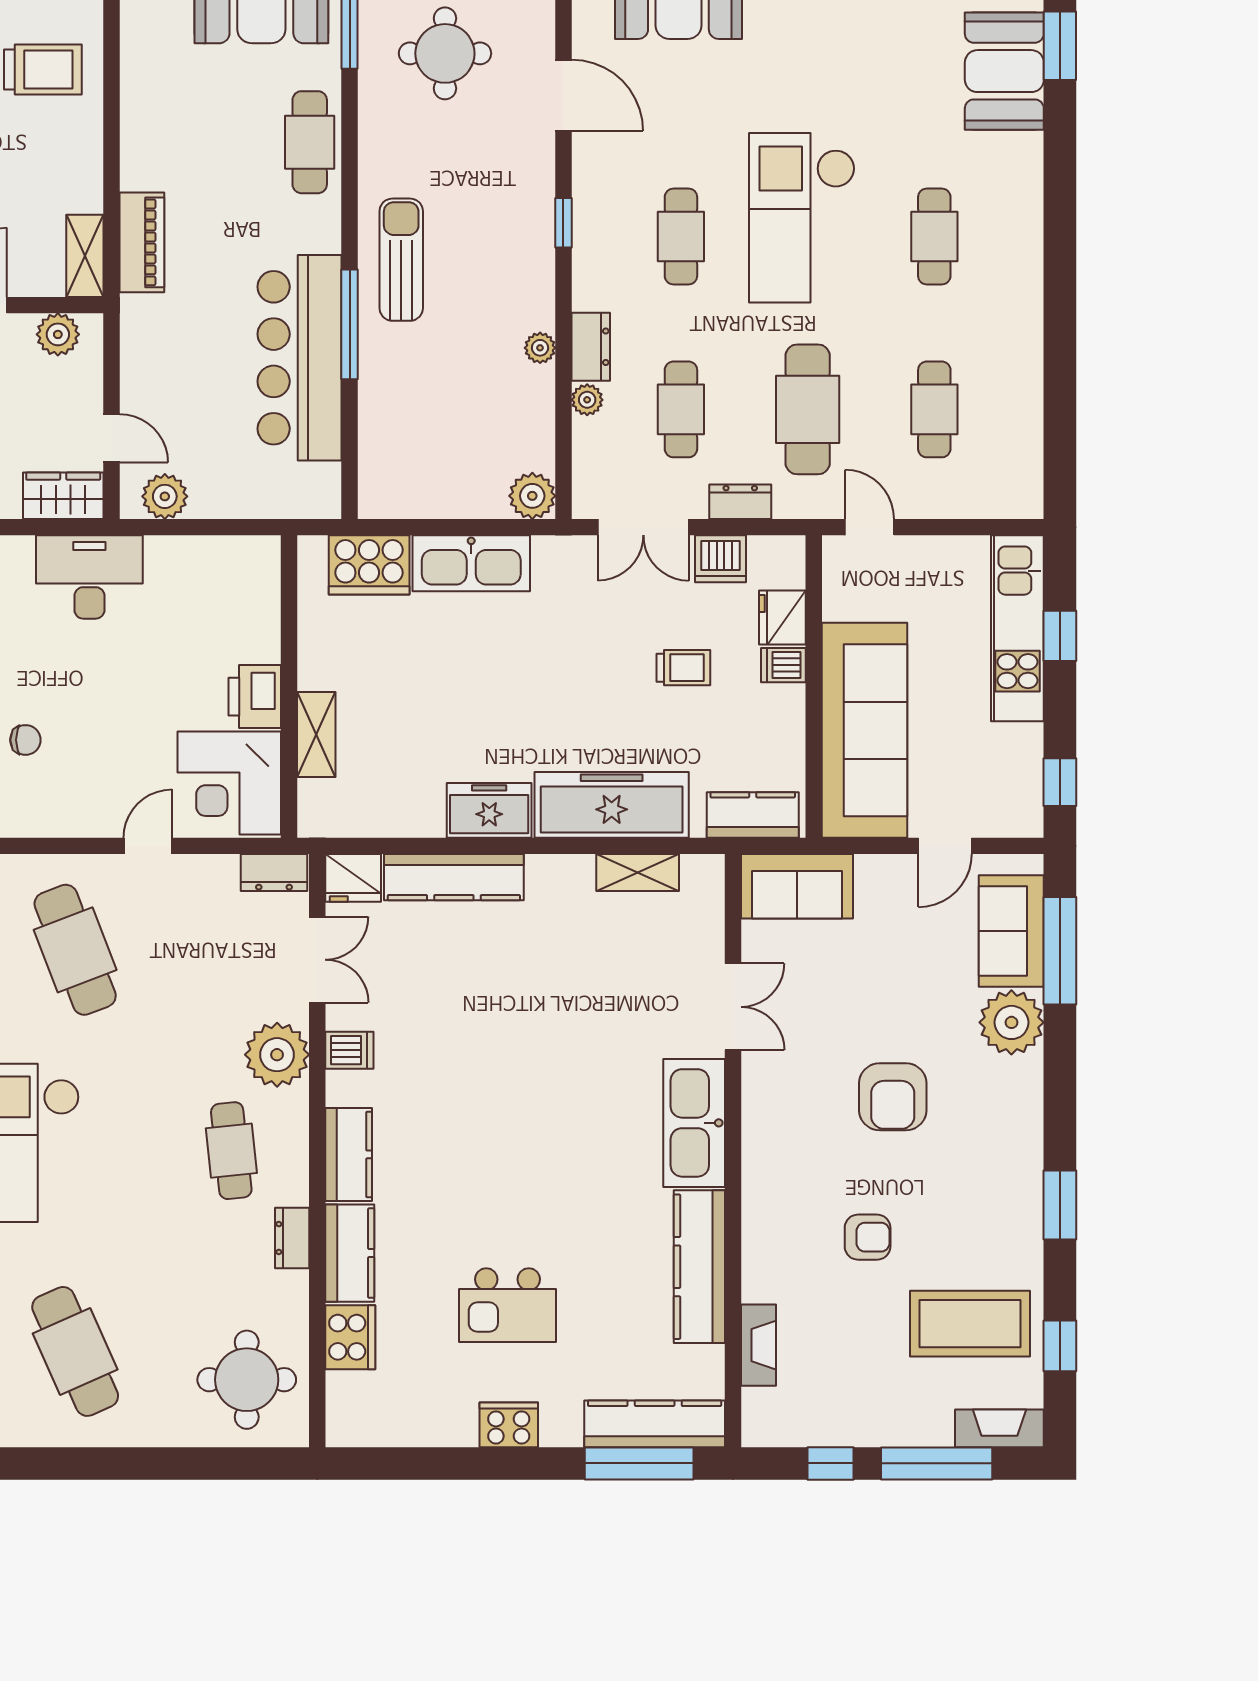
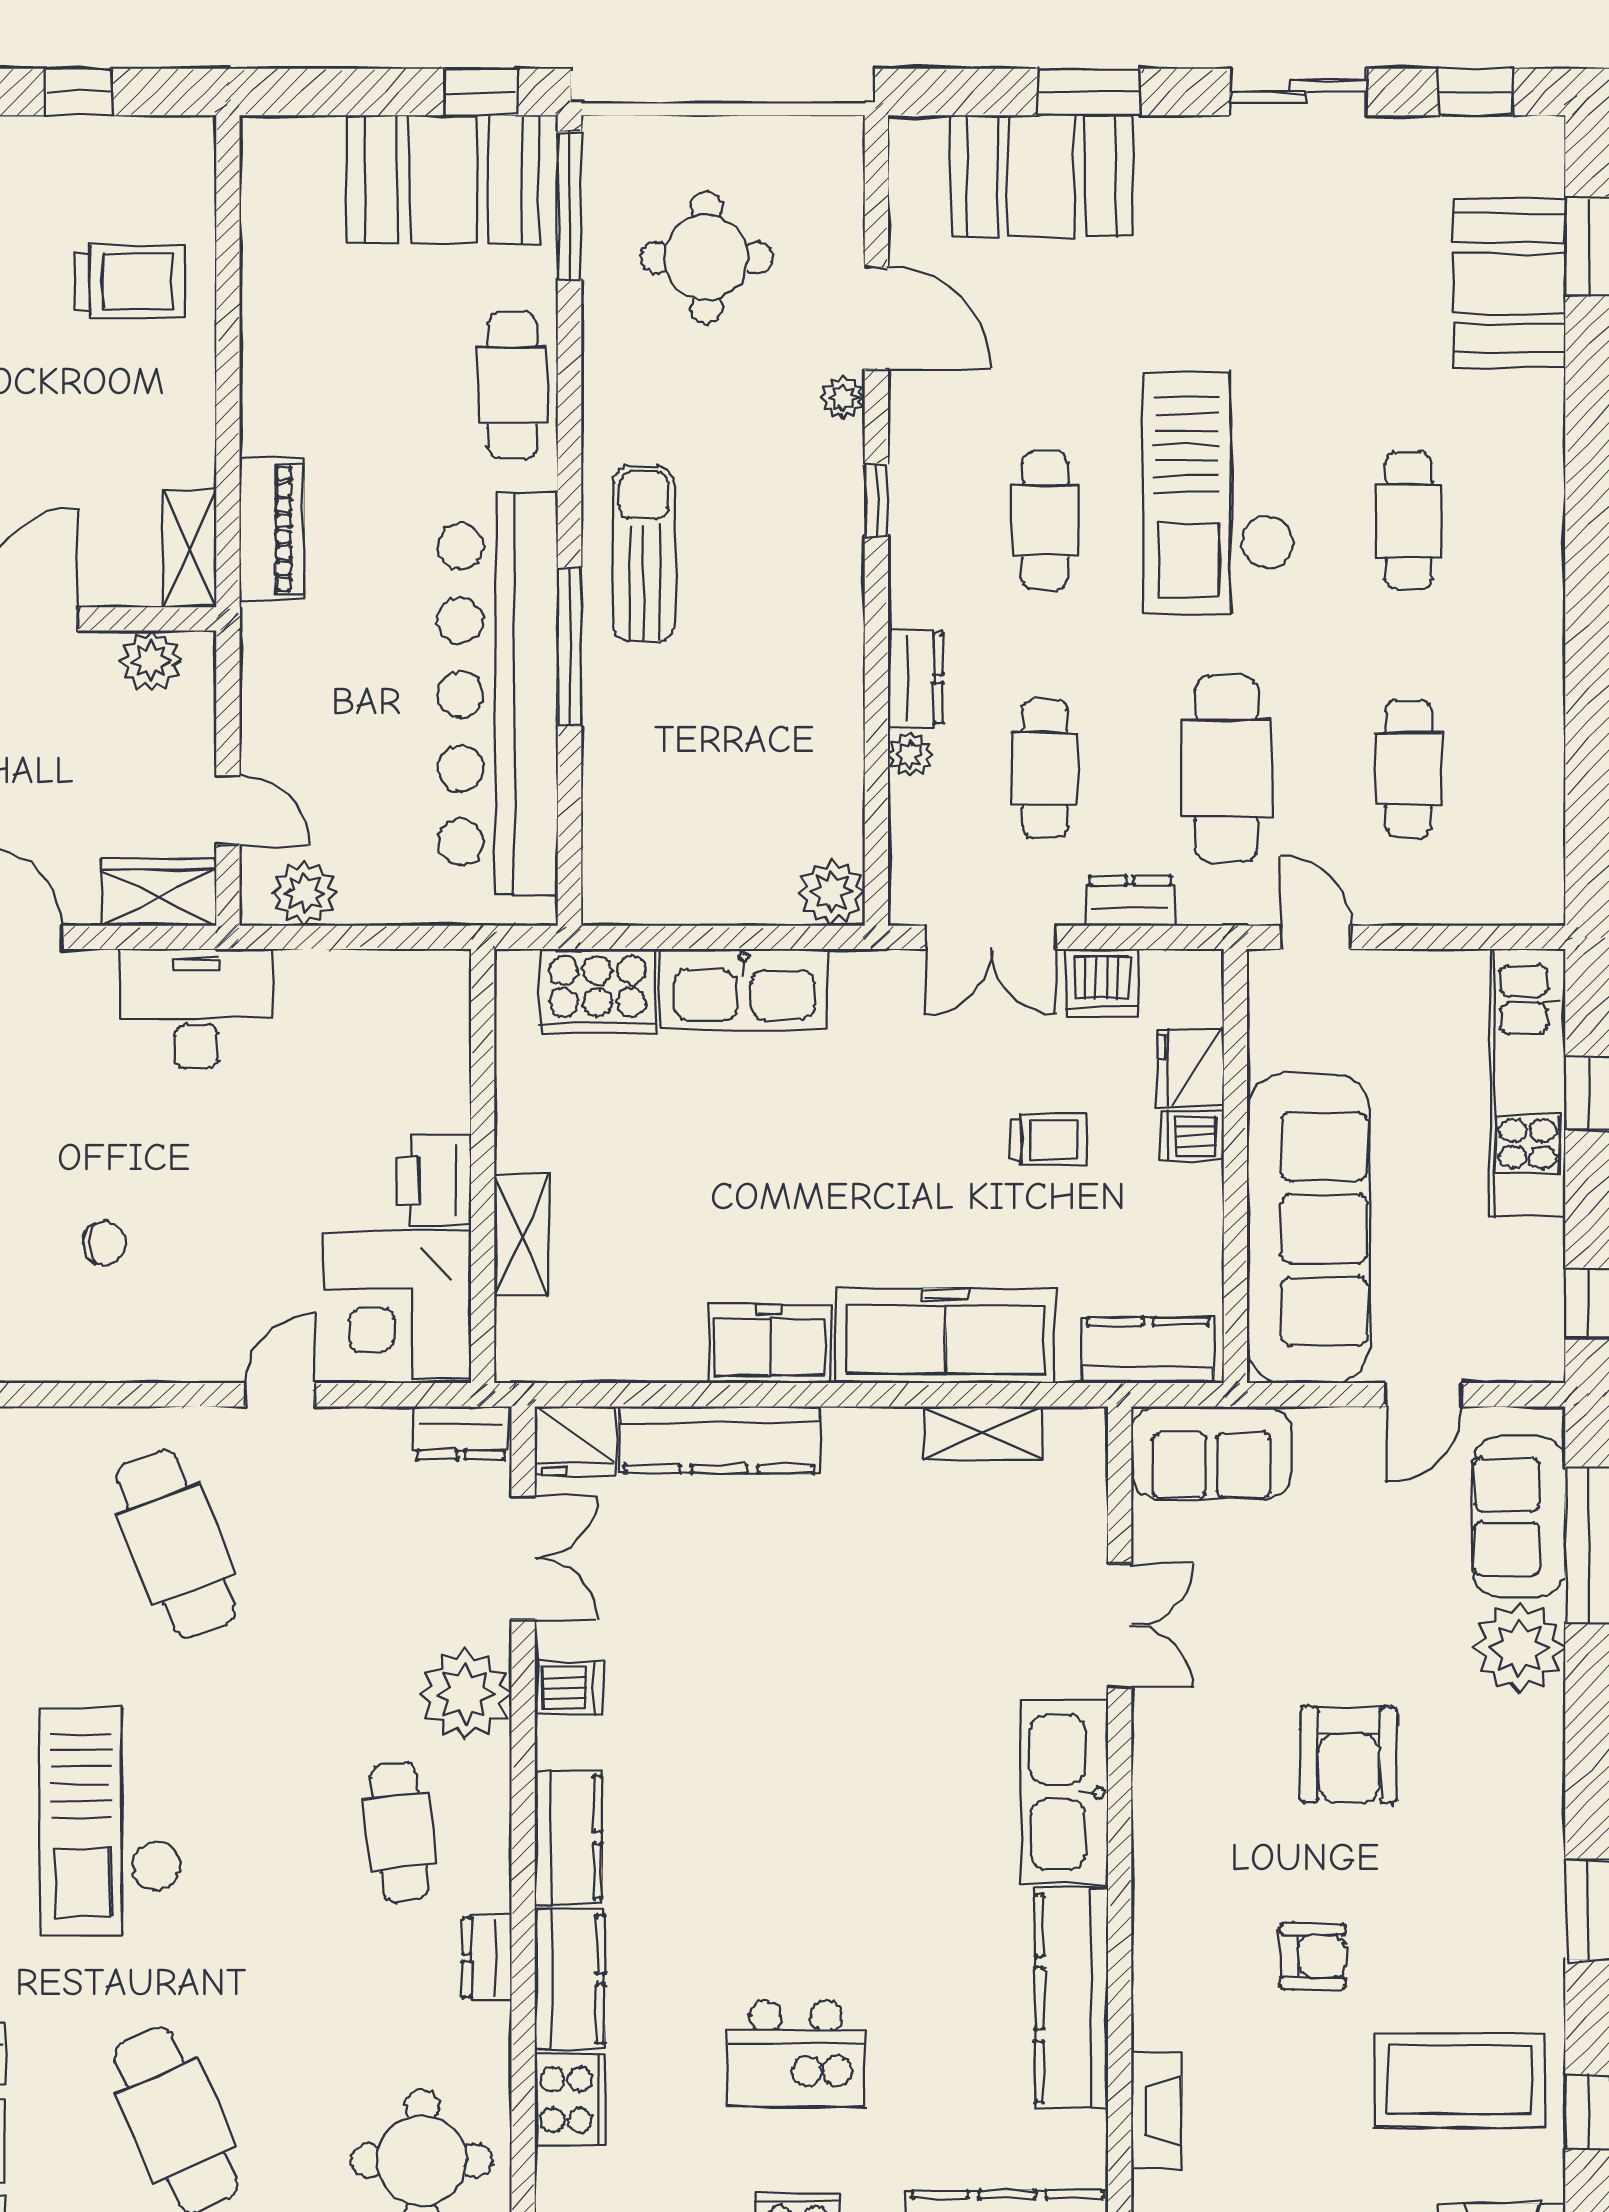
plant: (540, 348) -> (843, 398), moved
bar counter: (300, 358) -> (498, 694), width x1.36

